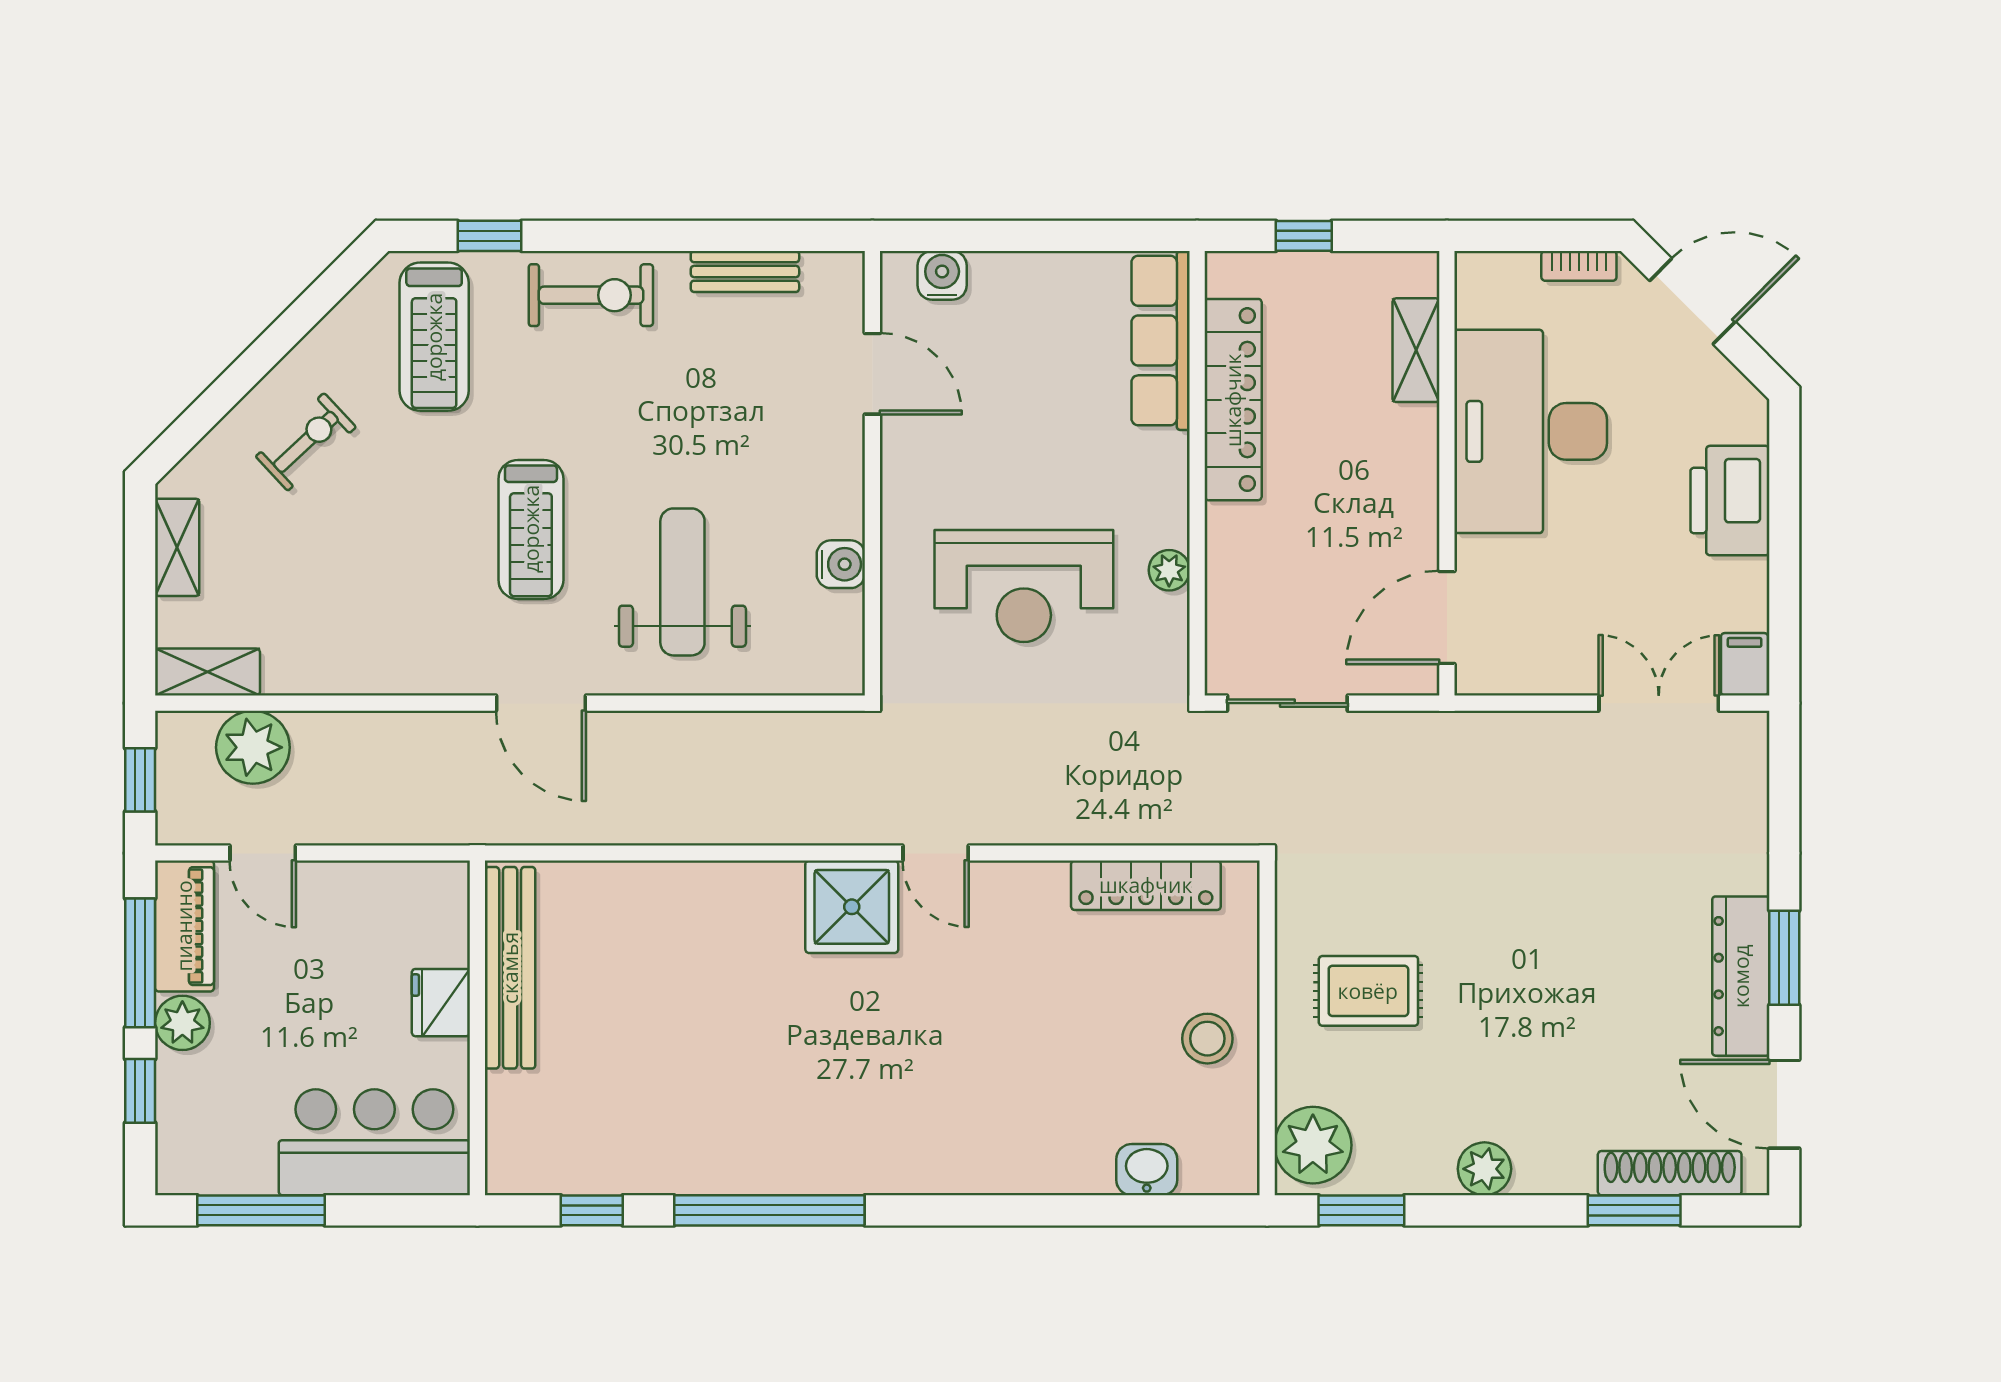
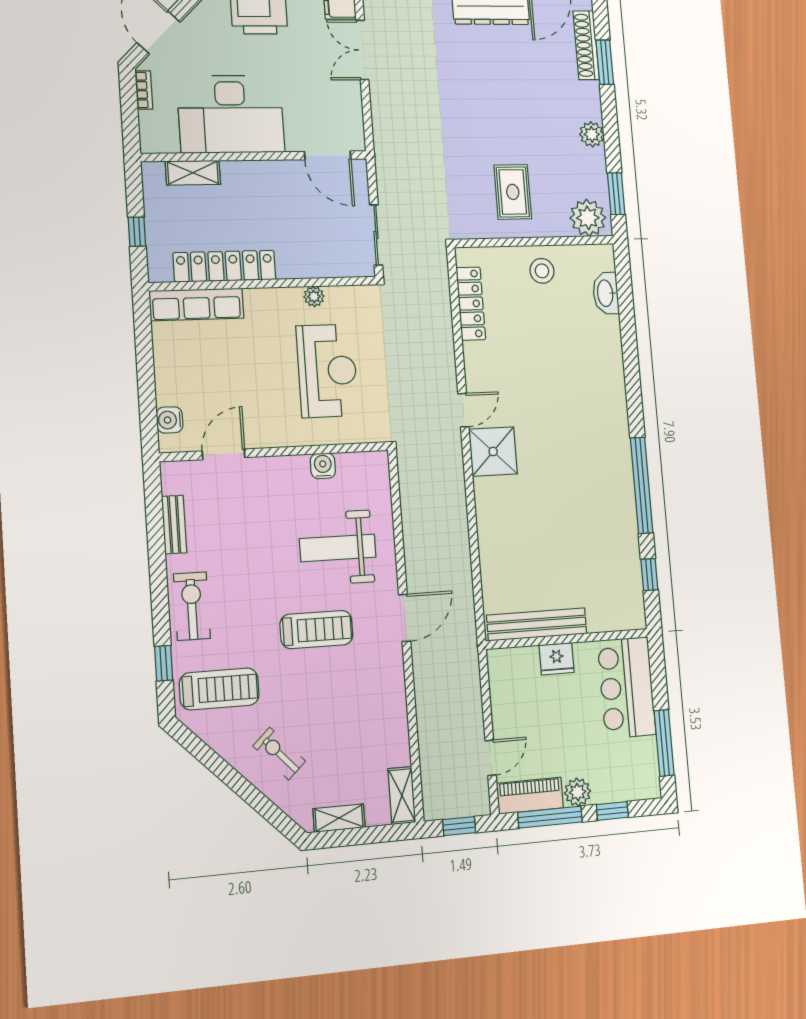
plant: (253, 747) -> (438, 768), removed
washbasin: (1147, 1170) -> (606, 293), width x1.38

